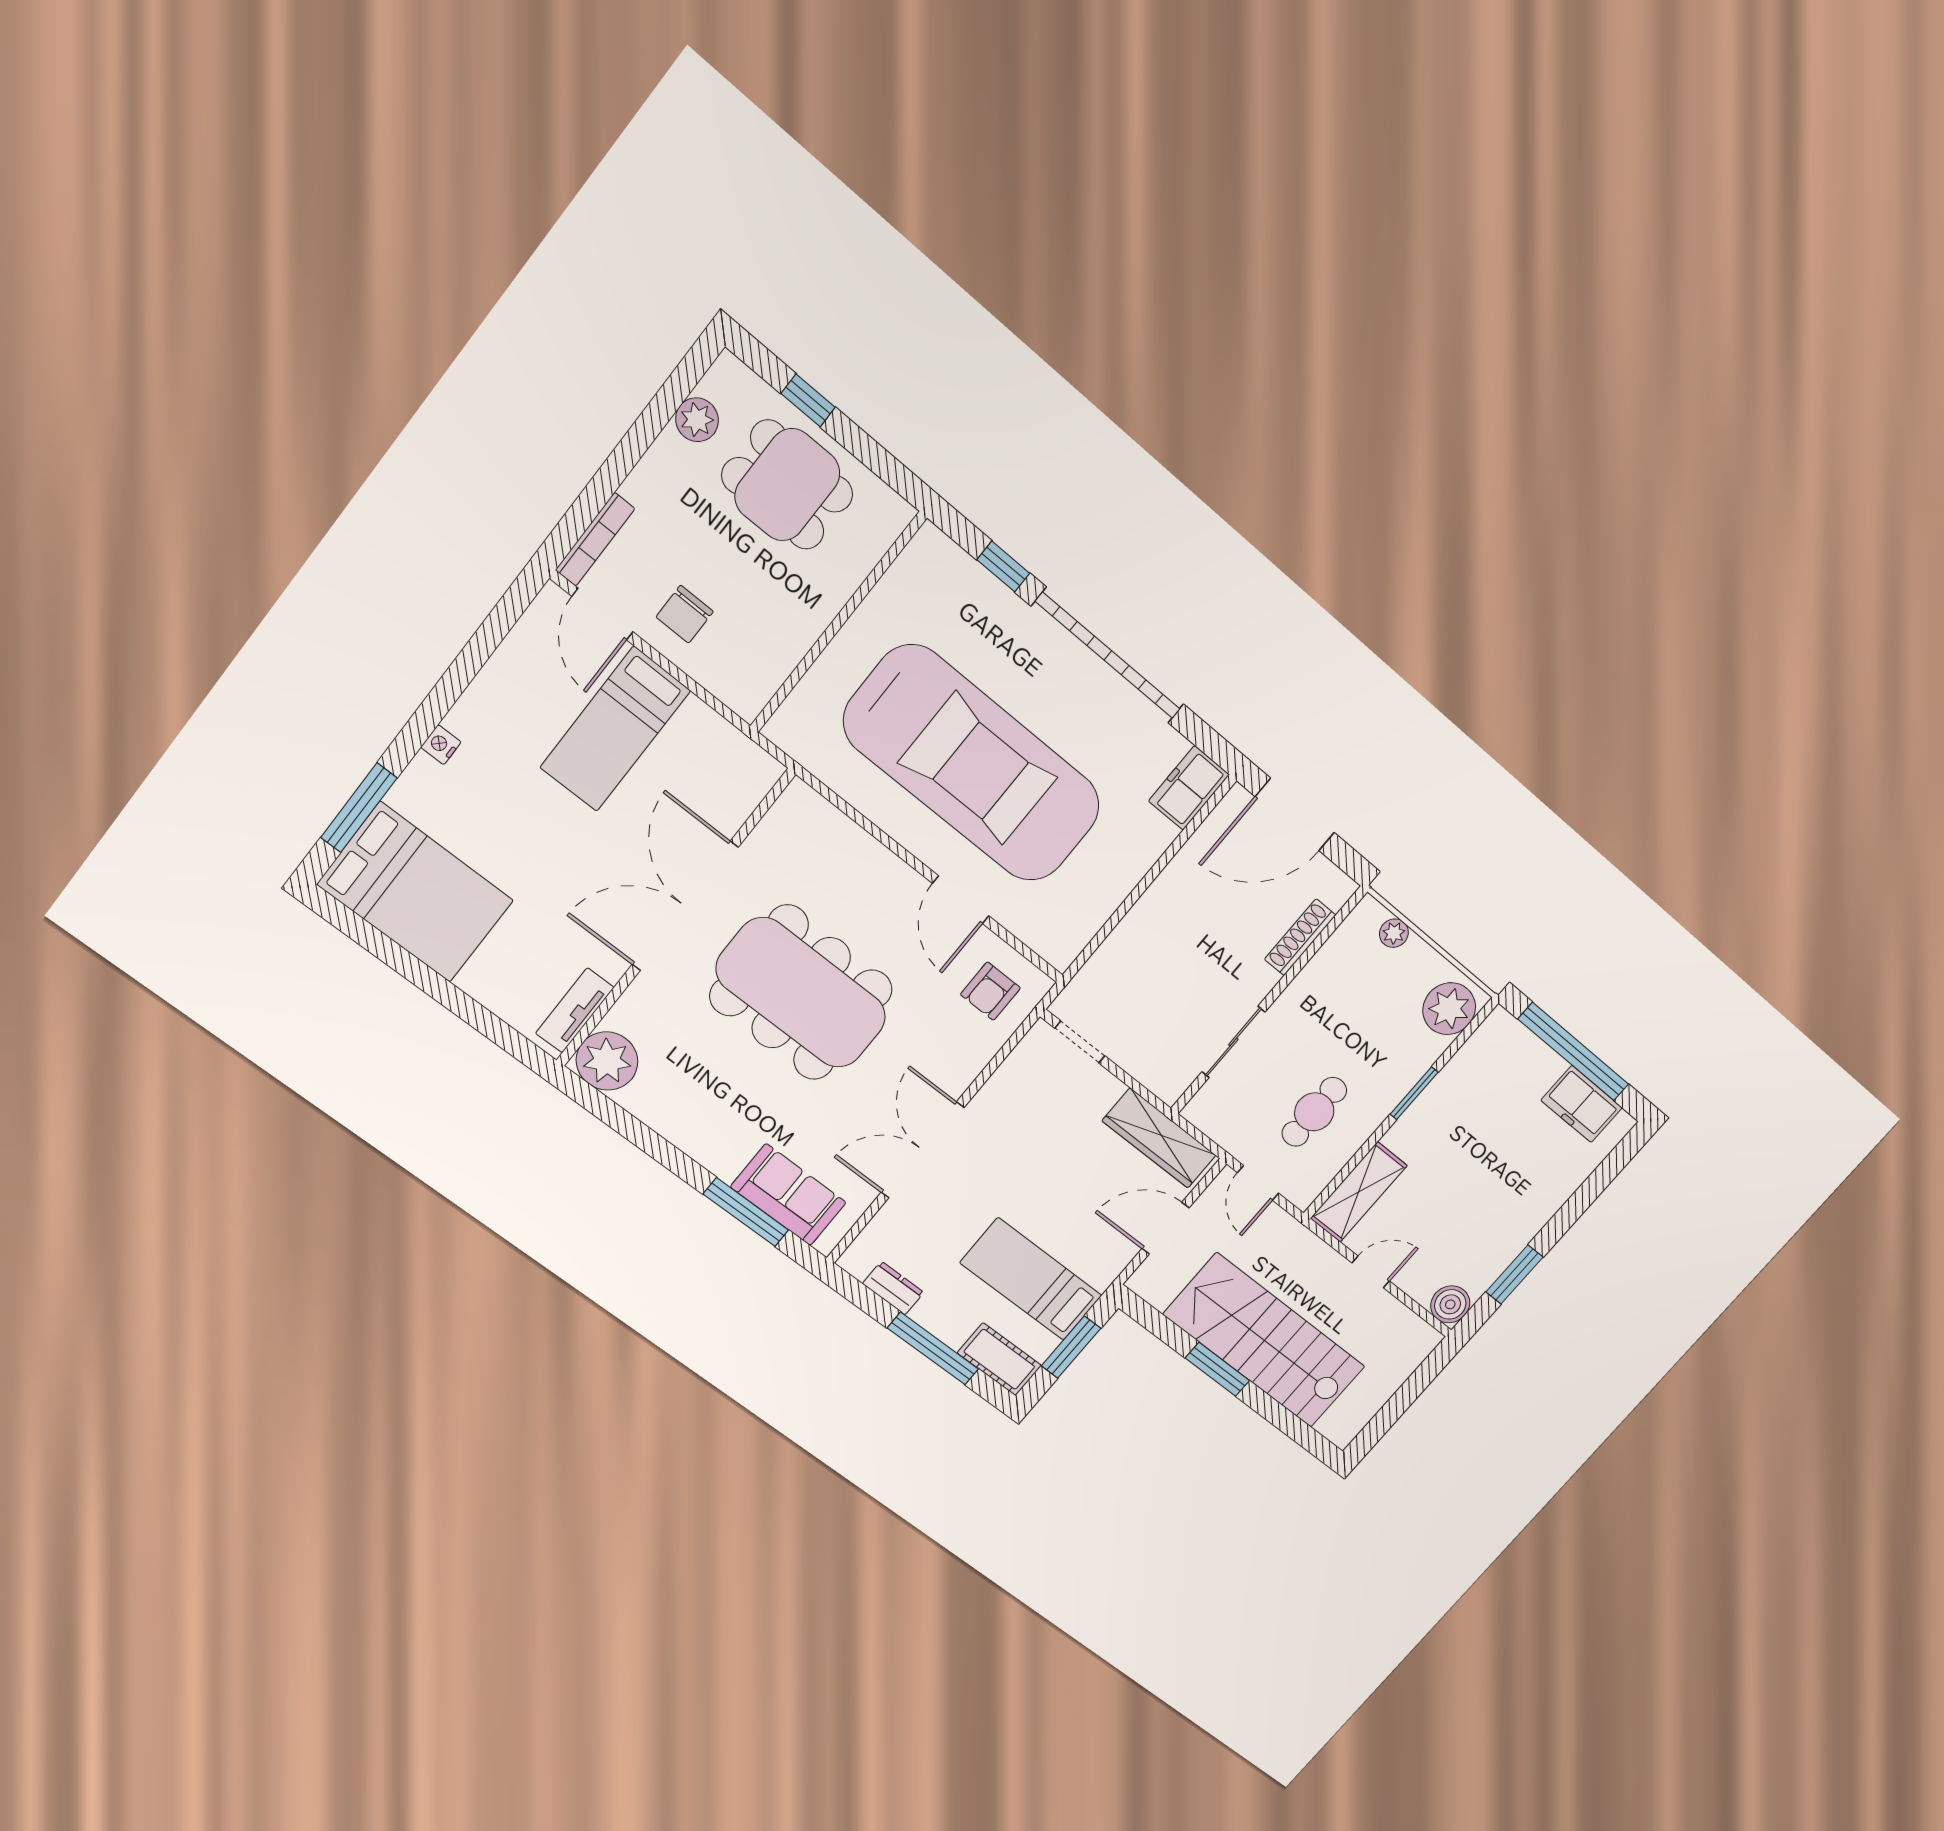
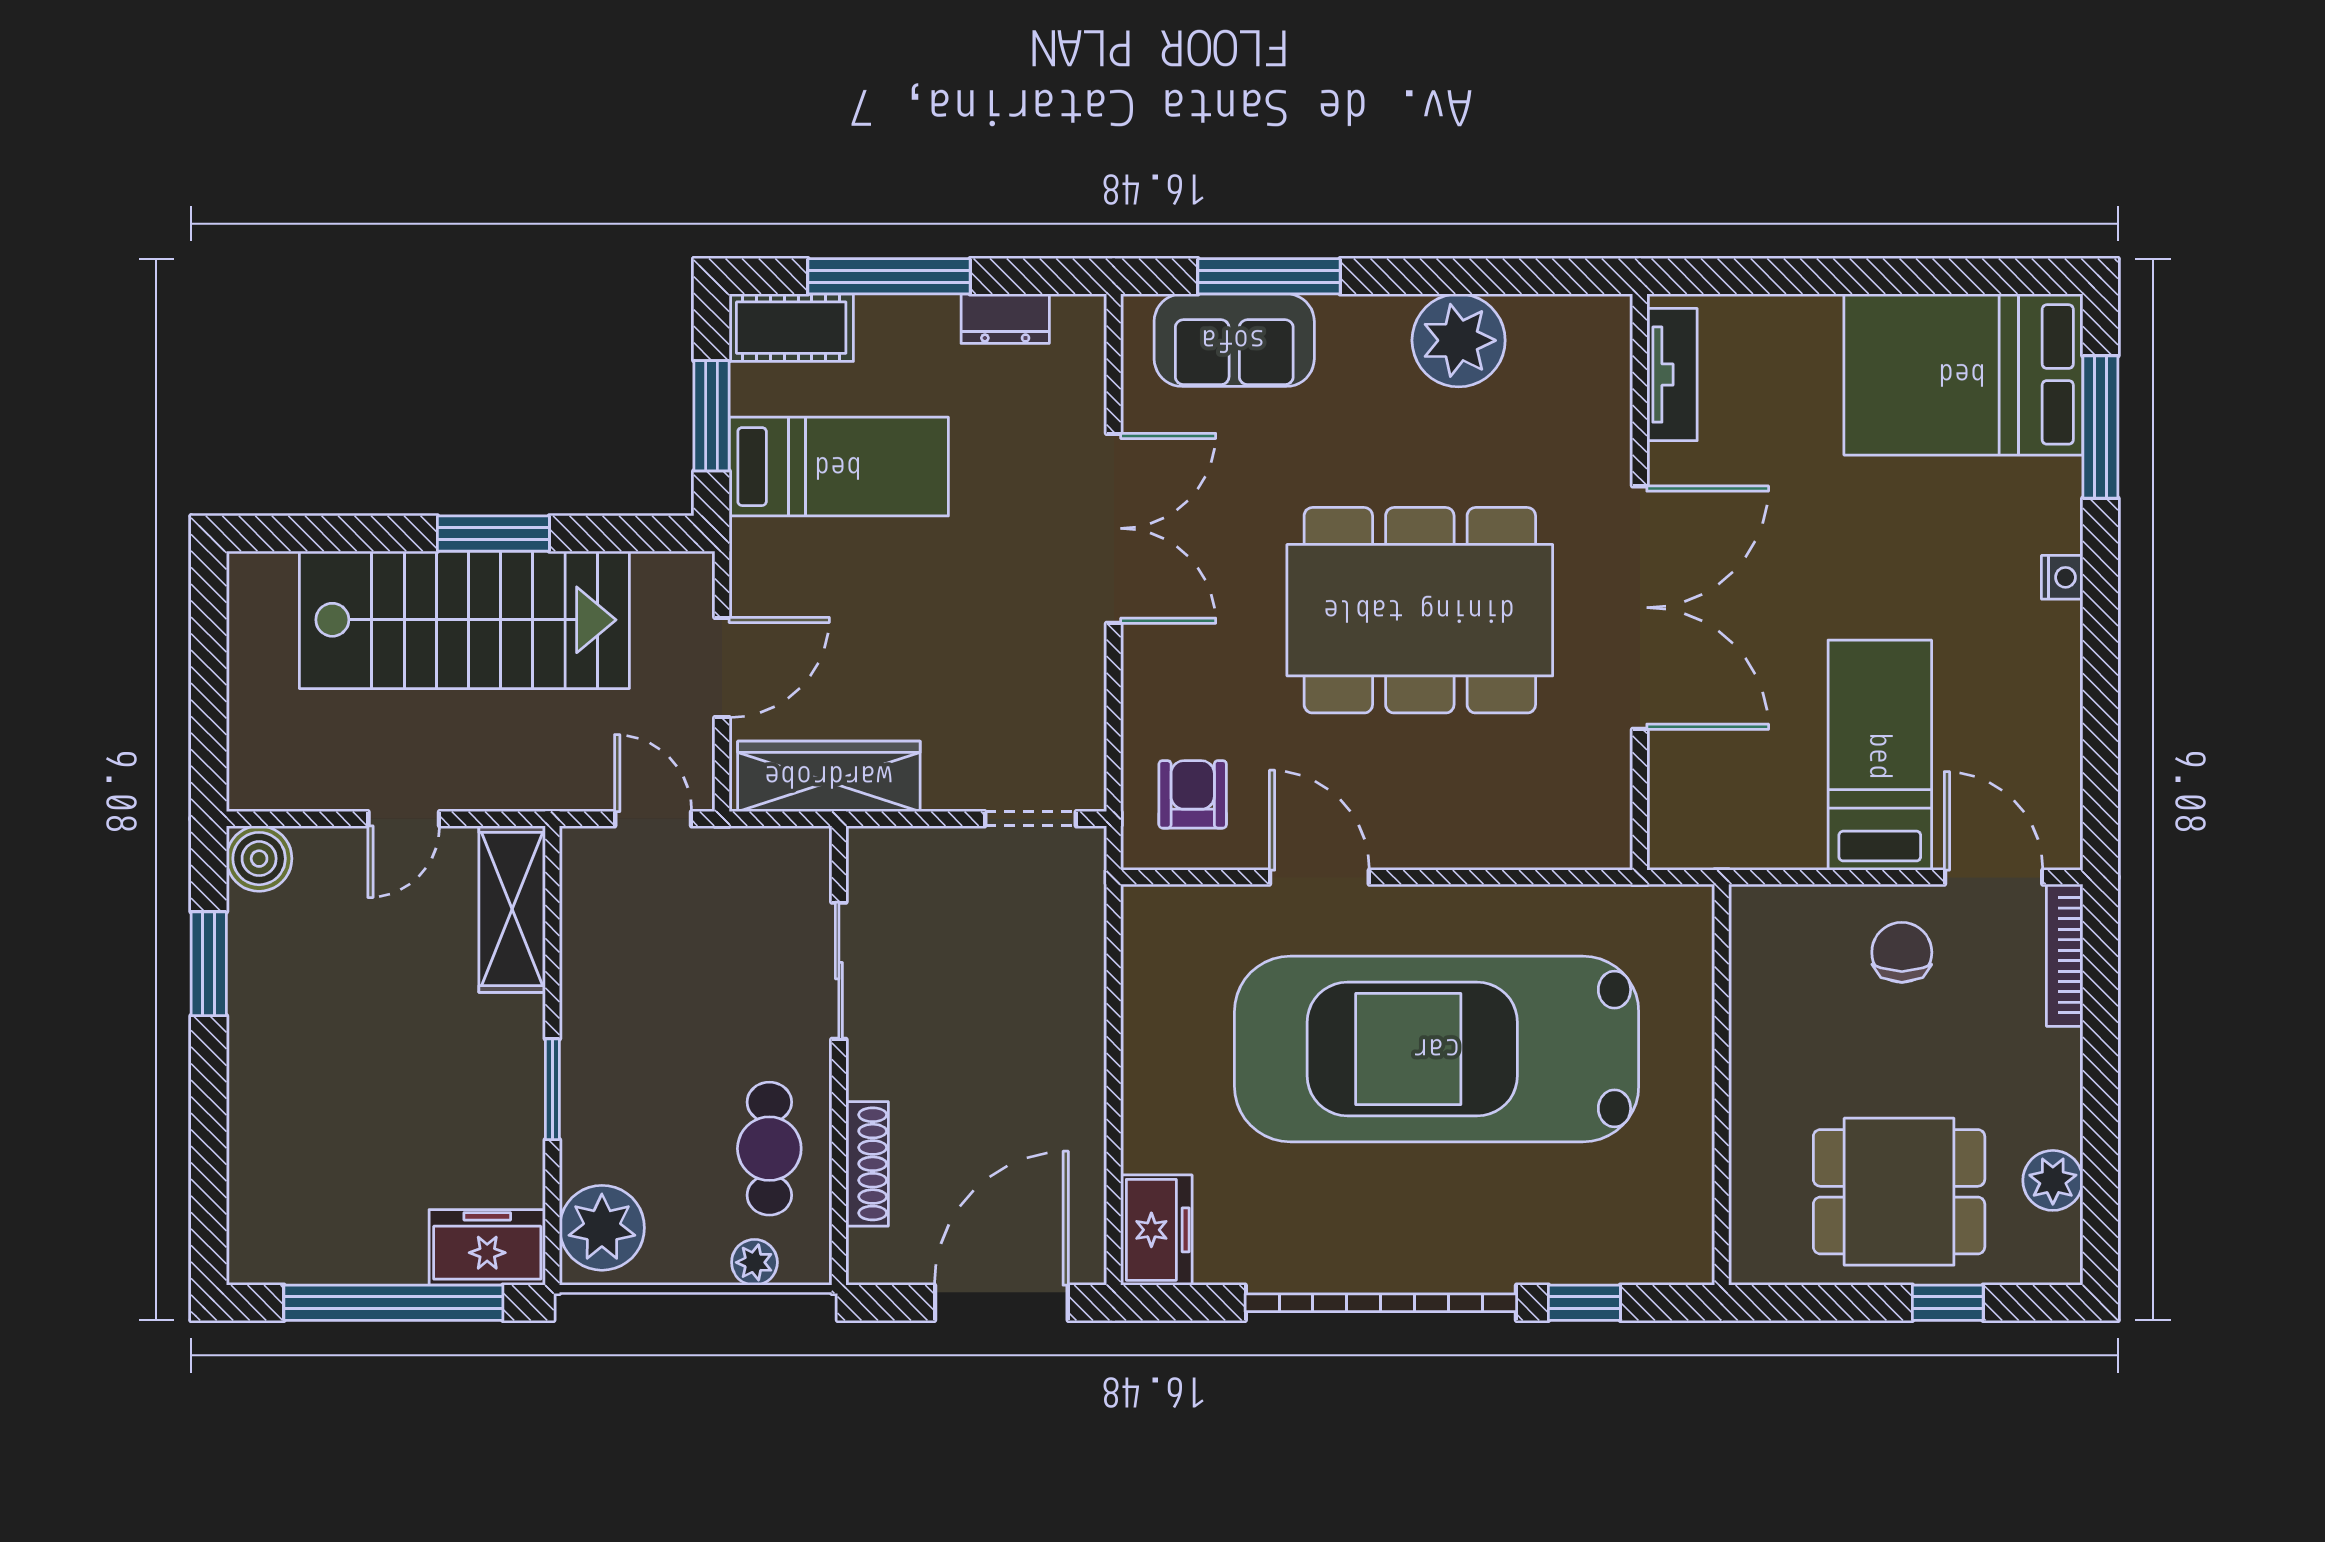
plant: (607, 1061) -> (1459, 340), moved
freezer: (1582, 1104) -> (487, 1247), moved
cafe table: (1314, 1112) -> (769, 1149), moved

